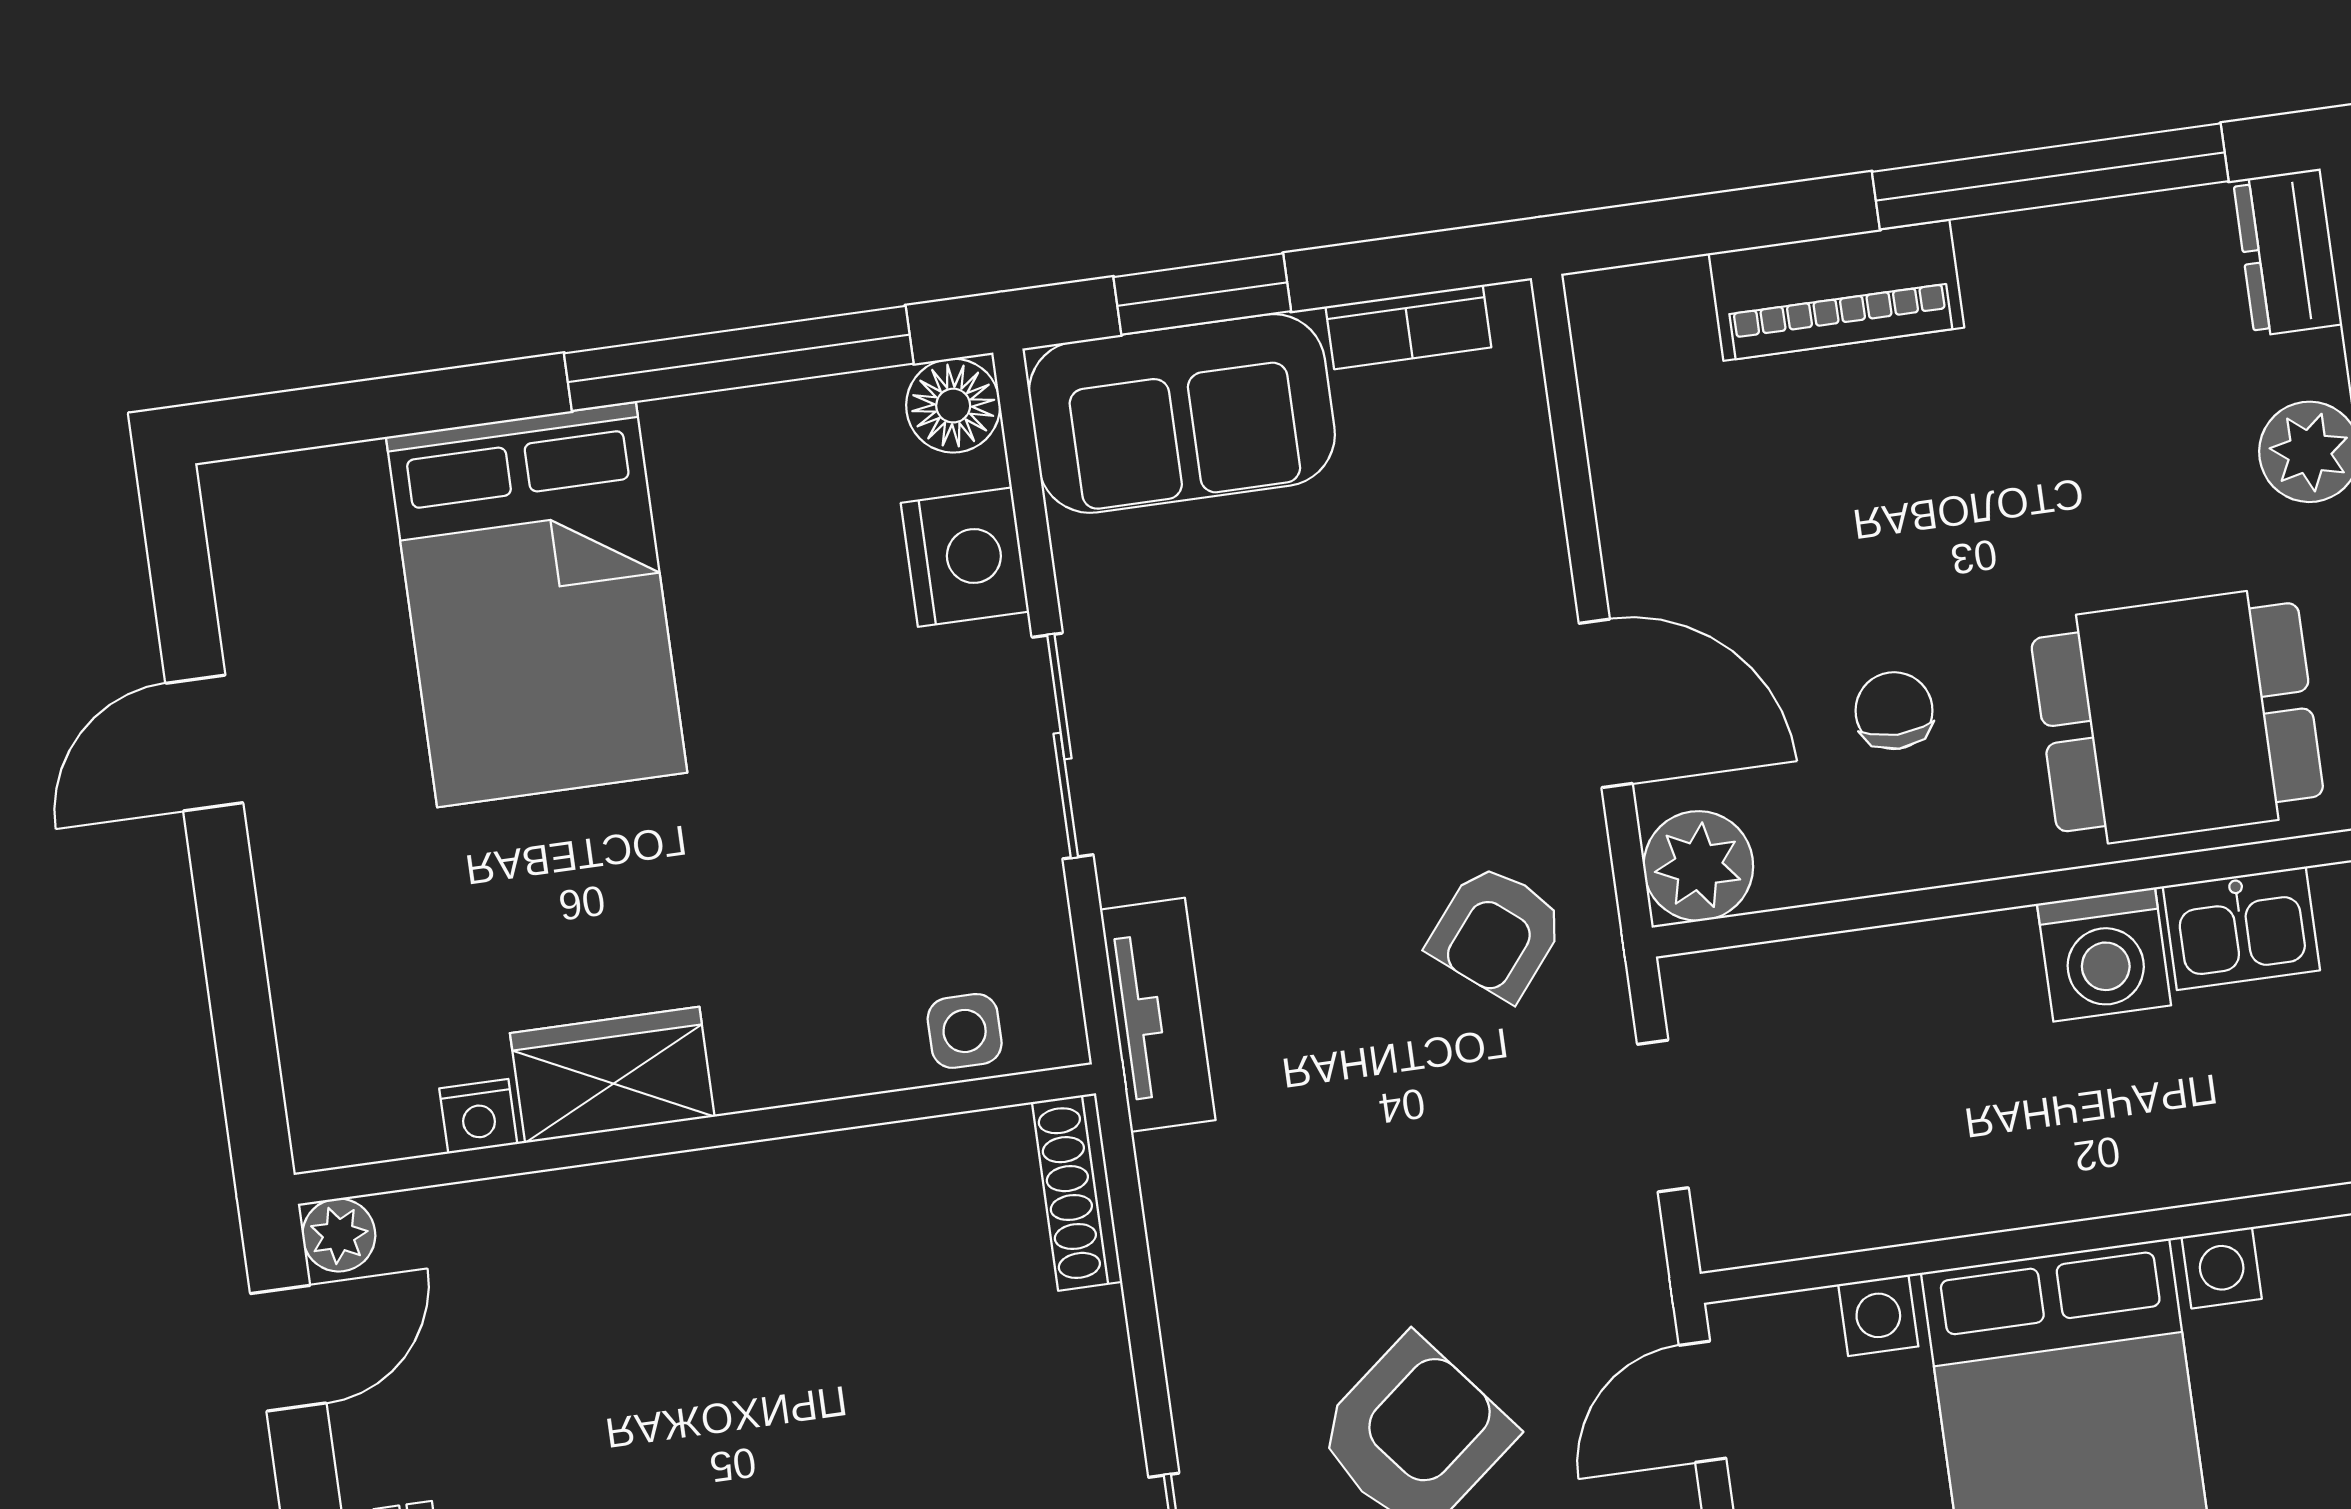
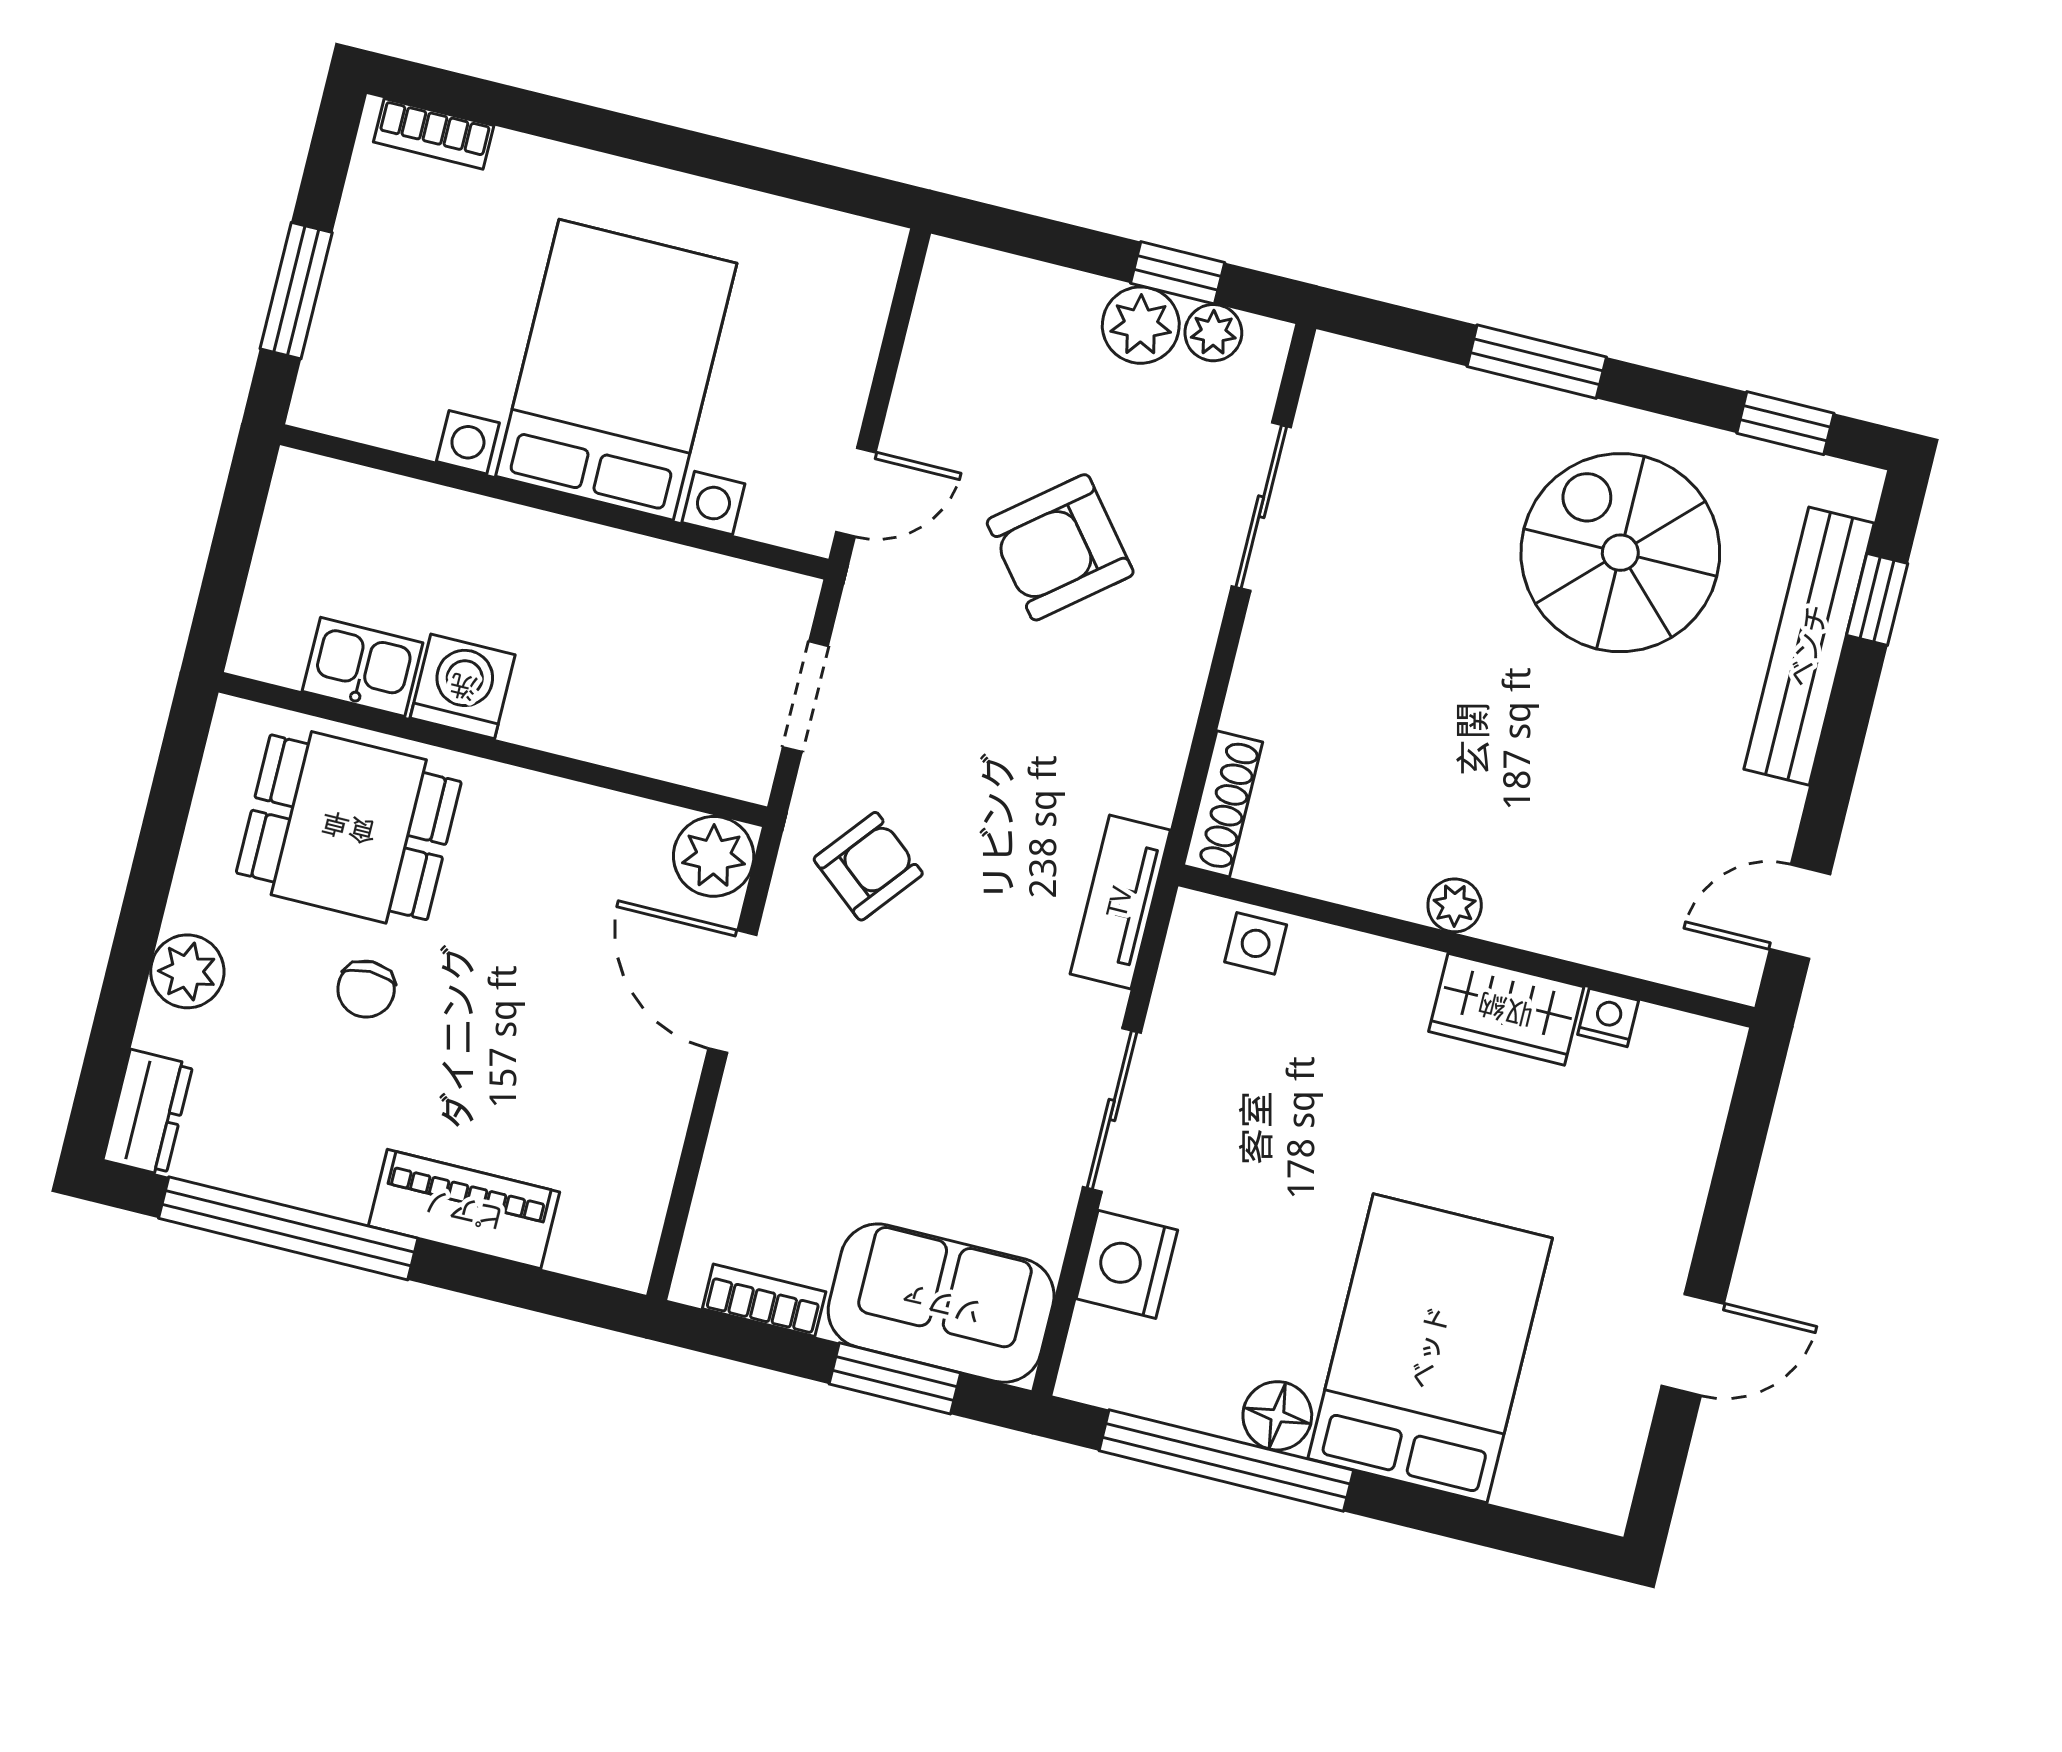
floor lamp: (953, 406) -> (1277, 1416), moved
chair: (1894, 711) -> (366, 989), moved
plant: (339, 1235) -> (1455, 905), moved

